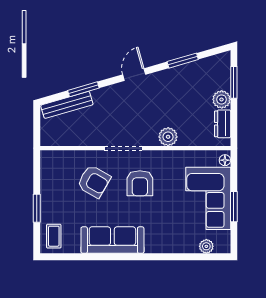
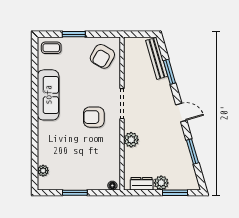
armchair: (94, 181) -> (102, 56), moved
corner sofa: (208, 198) -> (82, 172), removed

